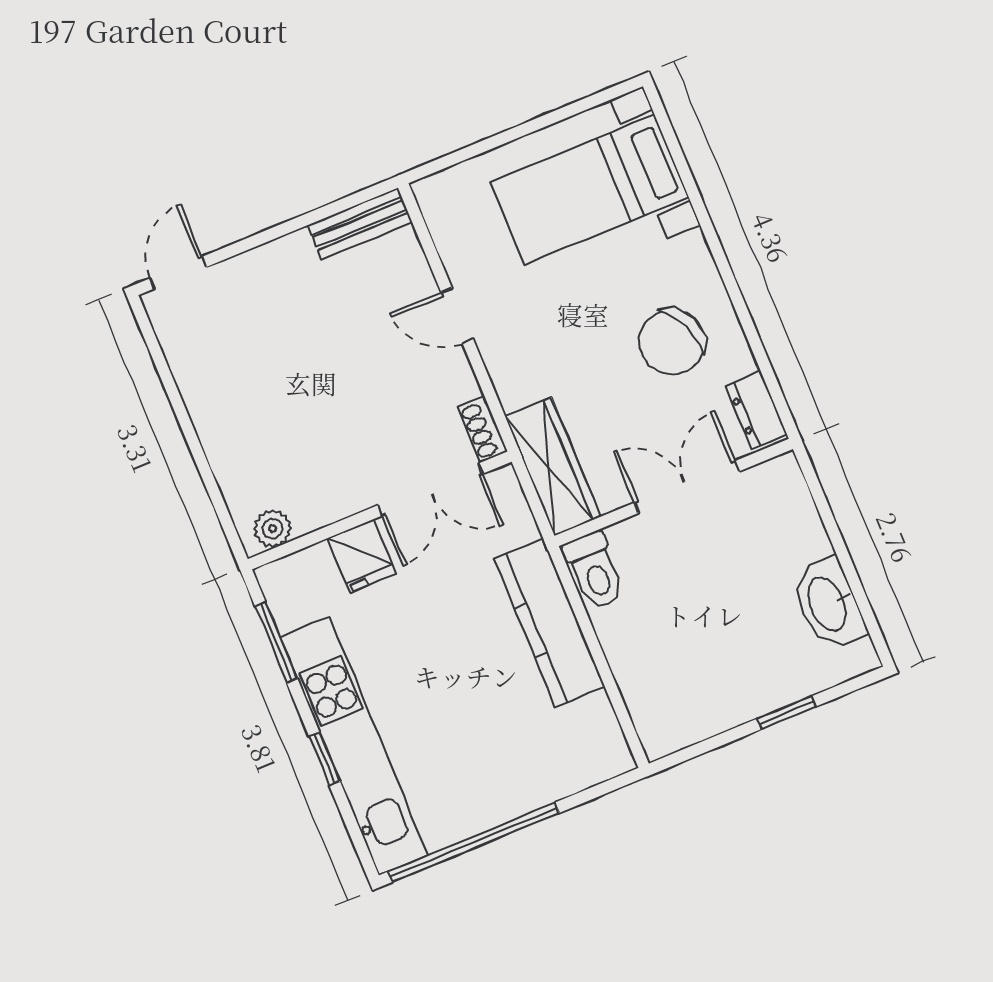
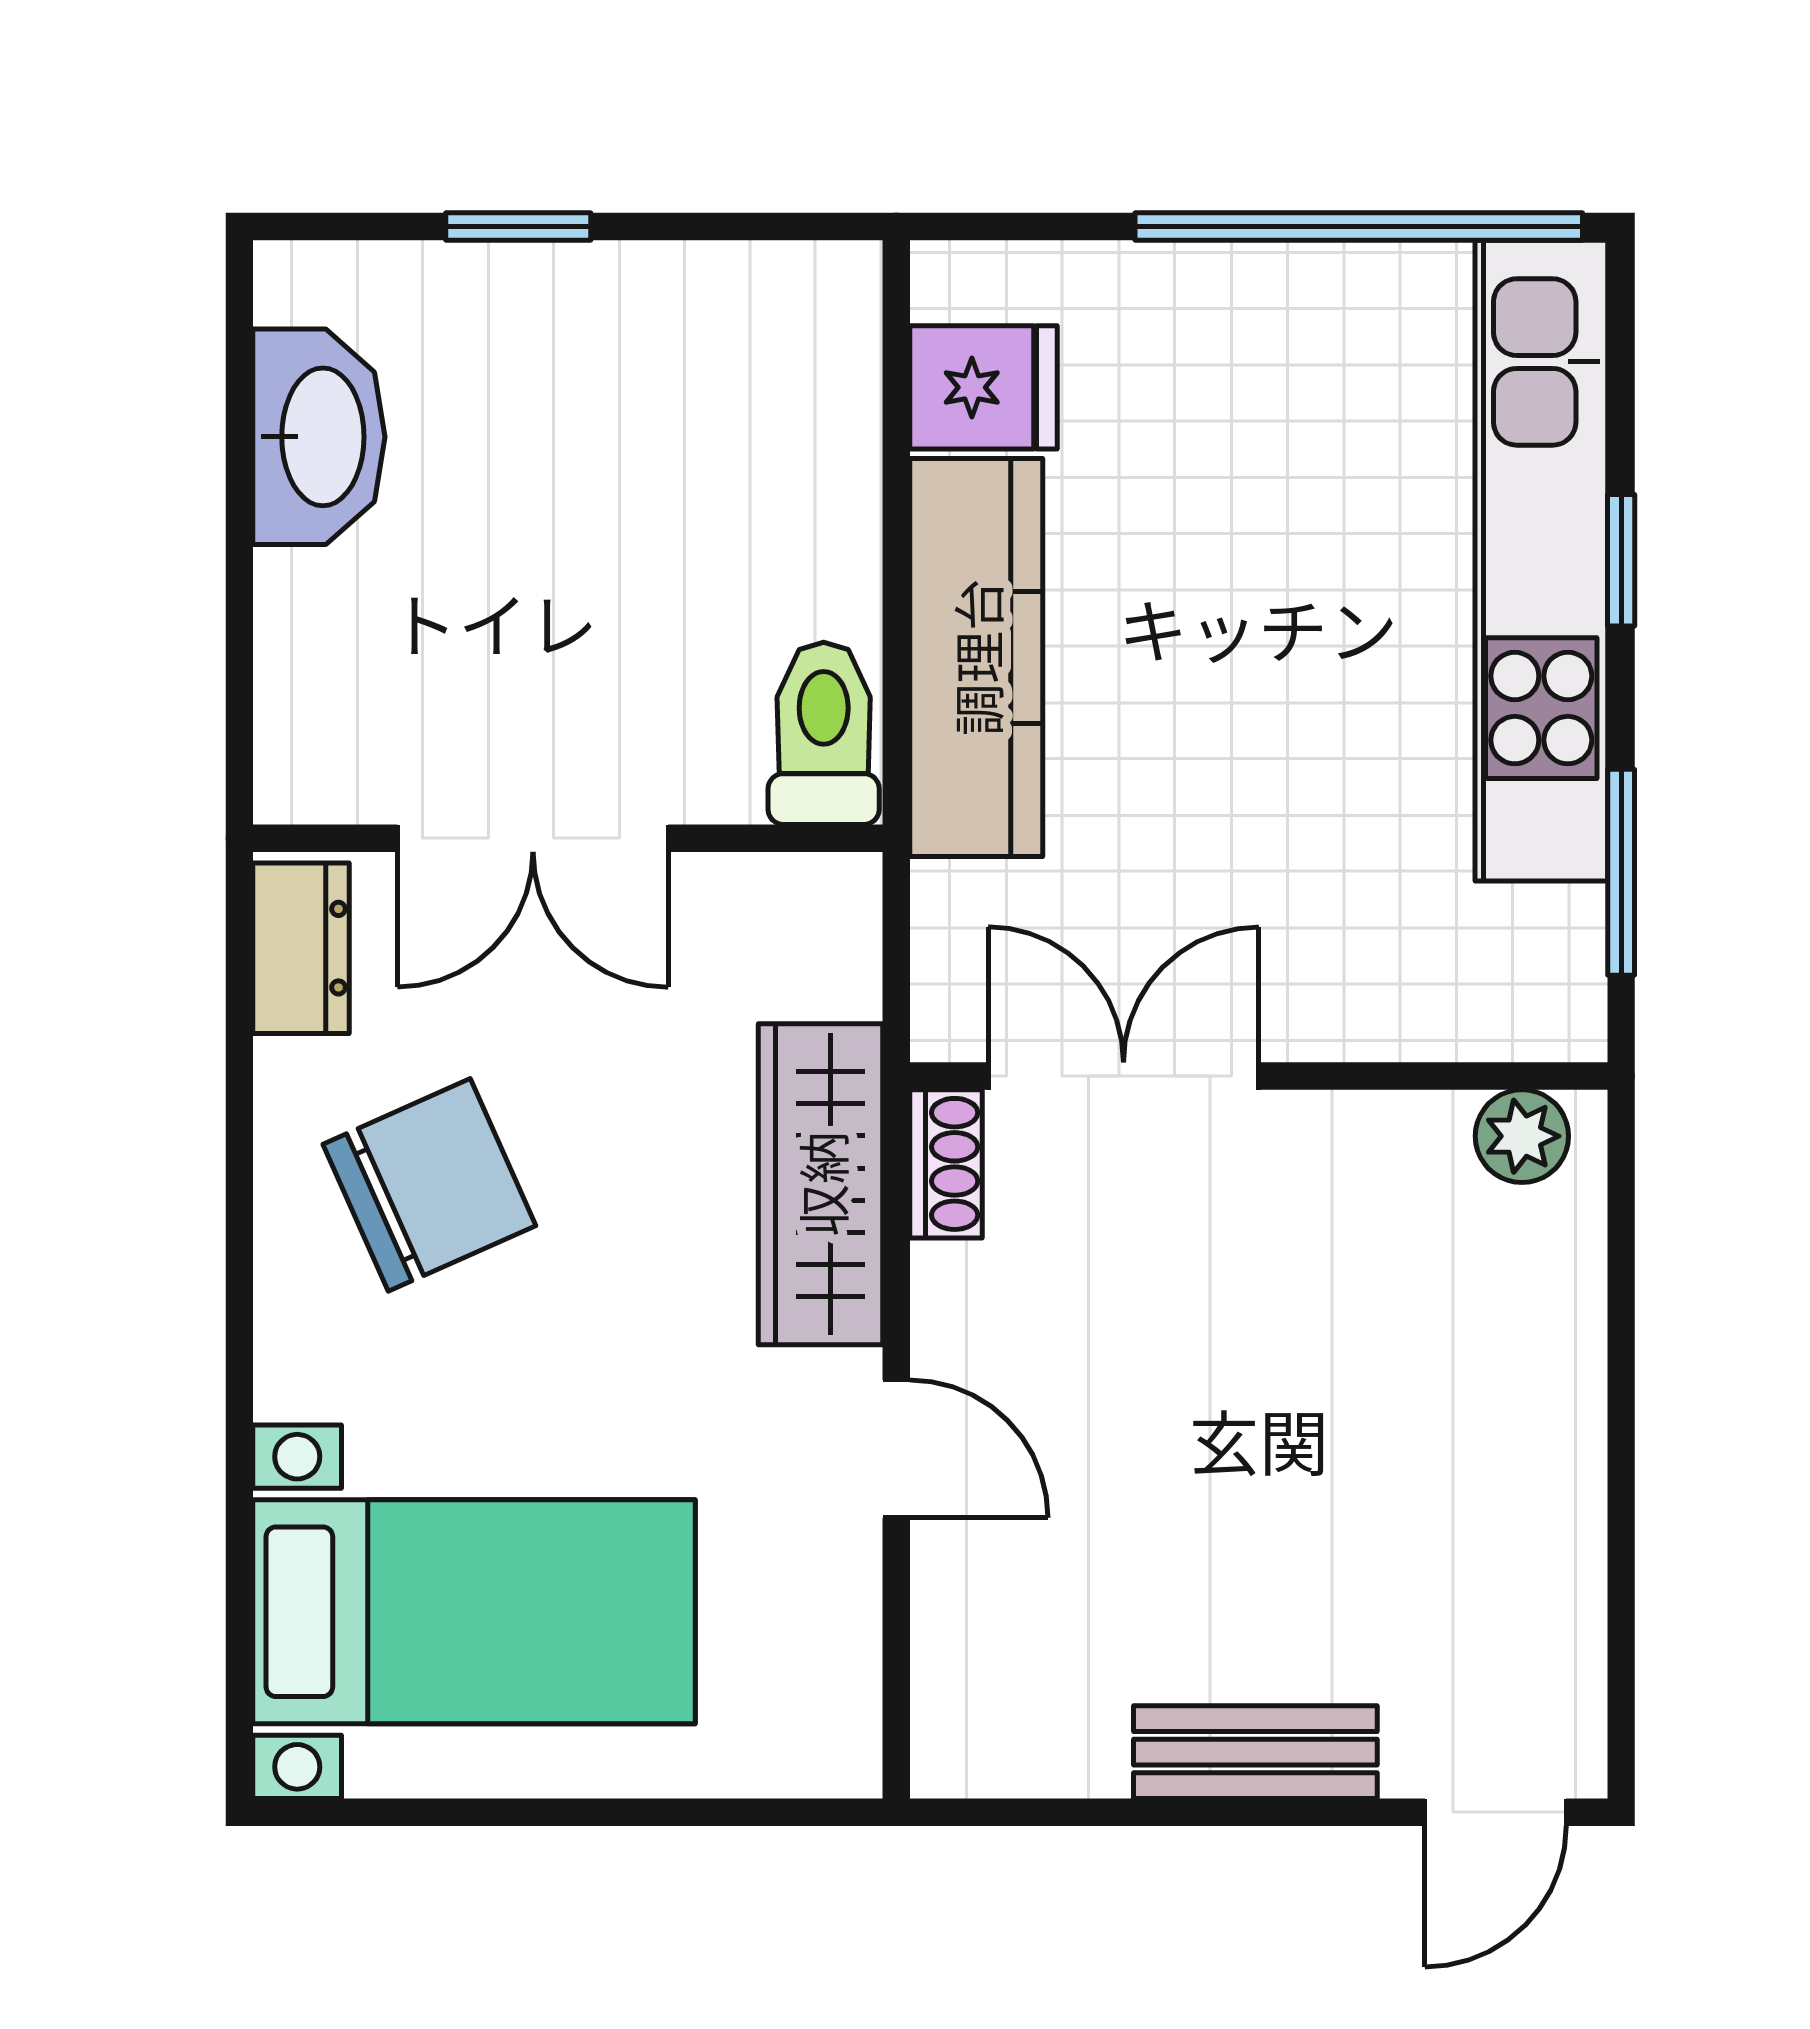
bench: (360, 224) -> (1255, 1752), moved
wardrobe: (553, 467) -> (821, 1184), moved
fridge: (362, 556) -> (984, 387), moved, turned 90

